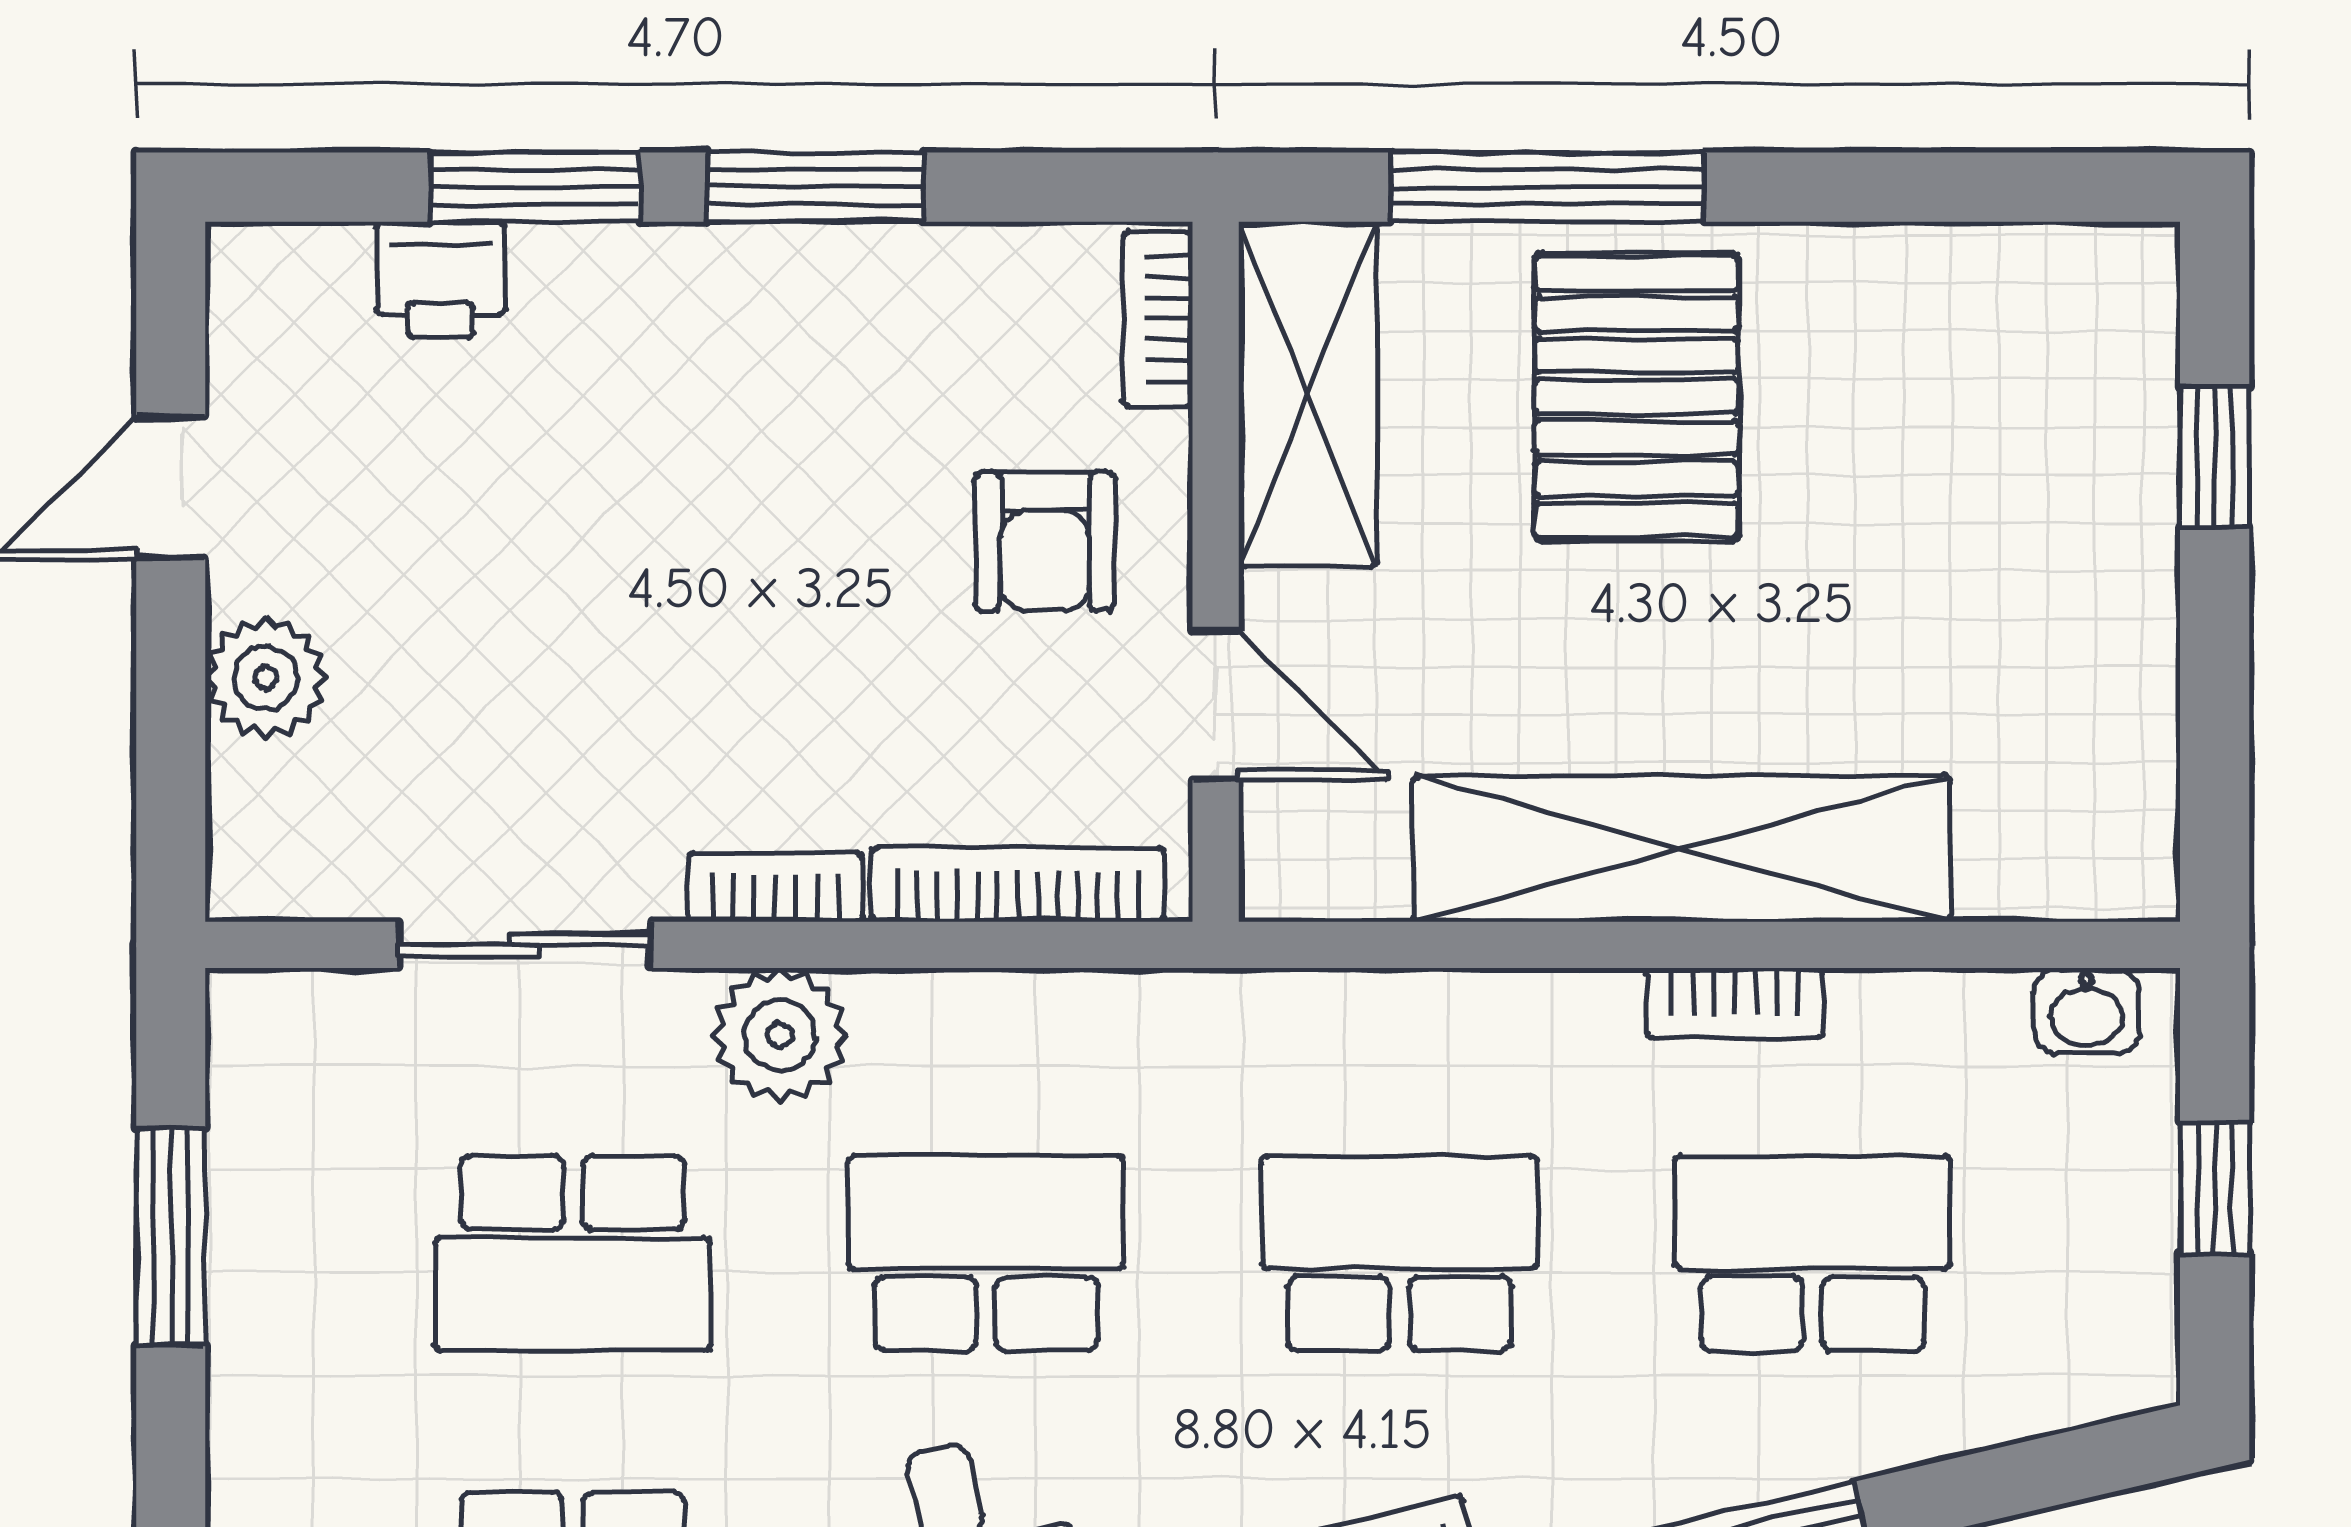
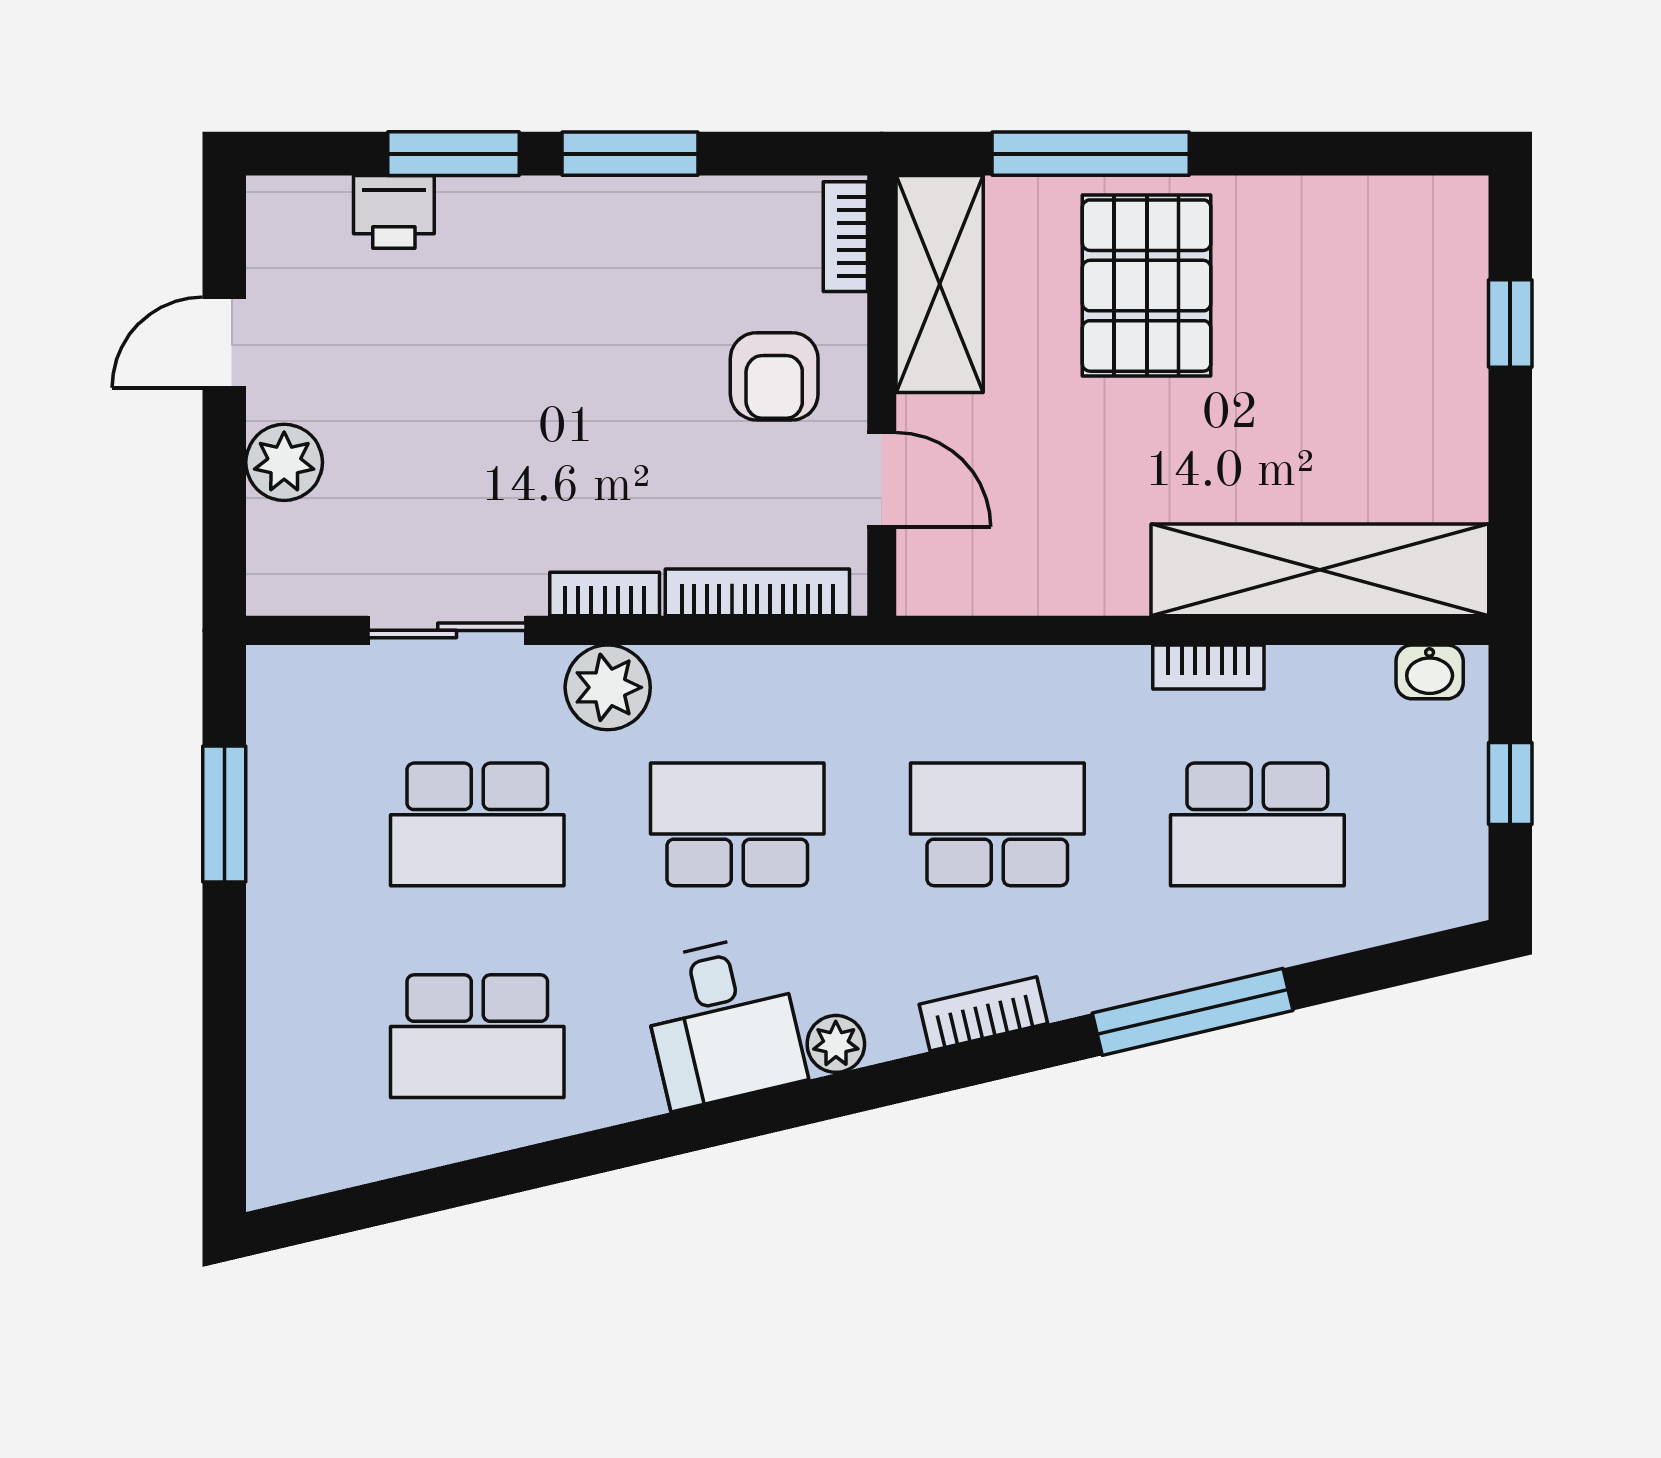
shelving: (1682, 849) -> (1320, 570), moved
school desk: (1813, 1253) -> (1257, 824), turned 180

